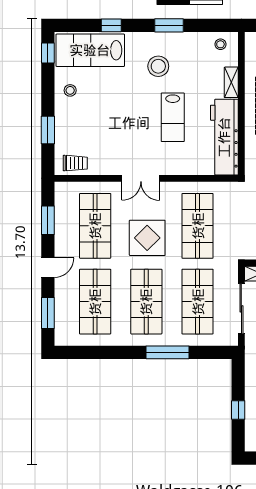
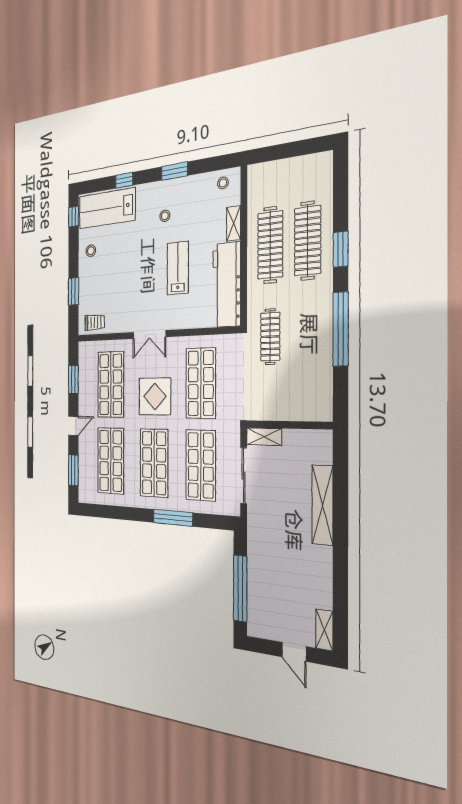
stool: (158, 66) -> (165, 216), width x0.53, depth x0.53
lab bench: (173, 117) -> (178, 268), turned 180
window: (238, 410) -> (240, 588), width x3.17

